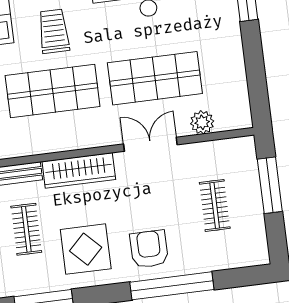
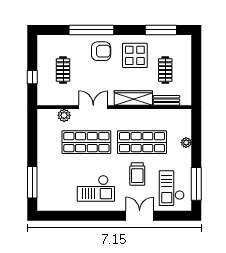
double door: (150, 144) -> (93, 107), swing flipped
window: (270, 185) -> (32, 77), width x0.46
armchair: (149, 249) -> (101, 51), turned -90

